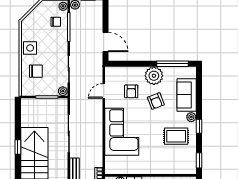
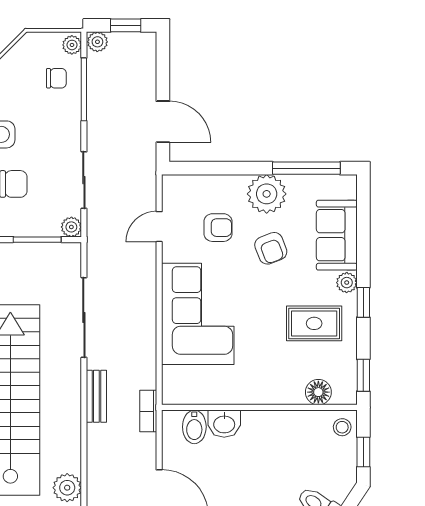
armchair: (131, 91) -> (218, 228), turned -90
floor lamp: (178, 168) -> (318, 392), added

